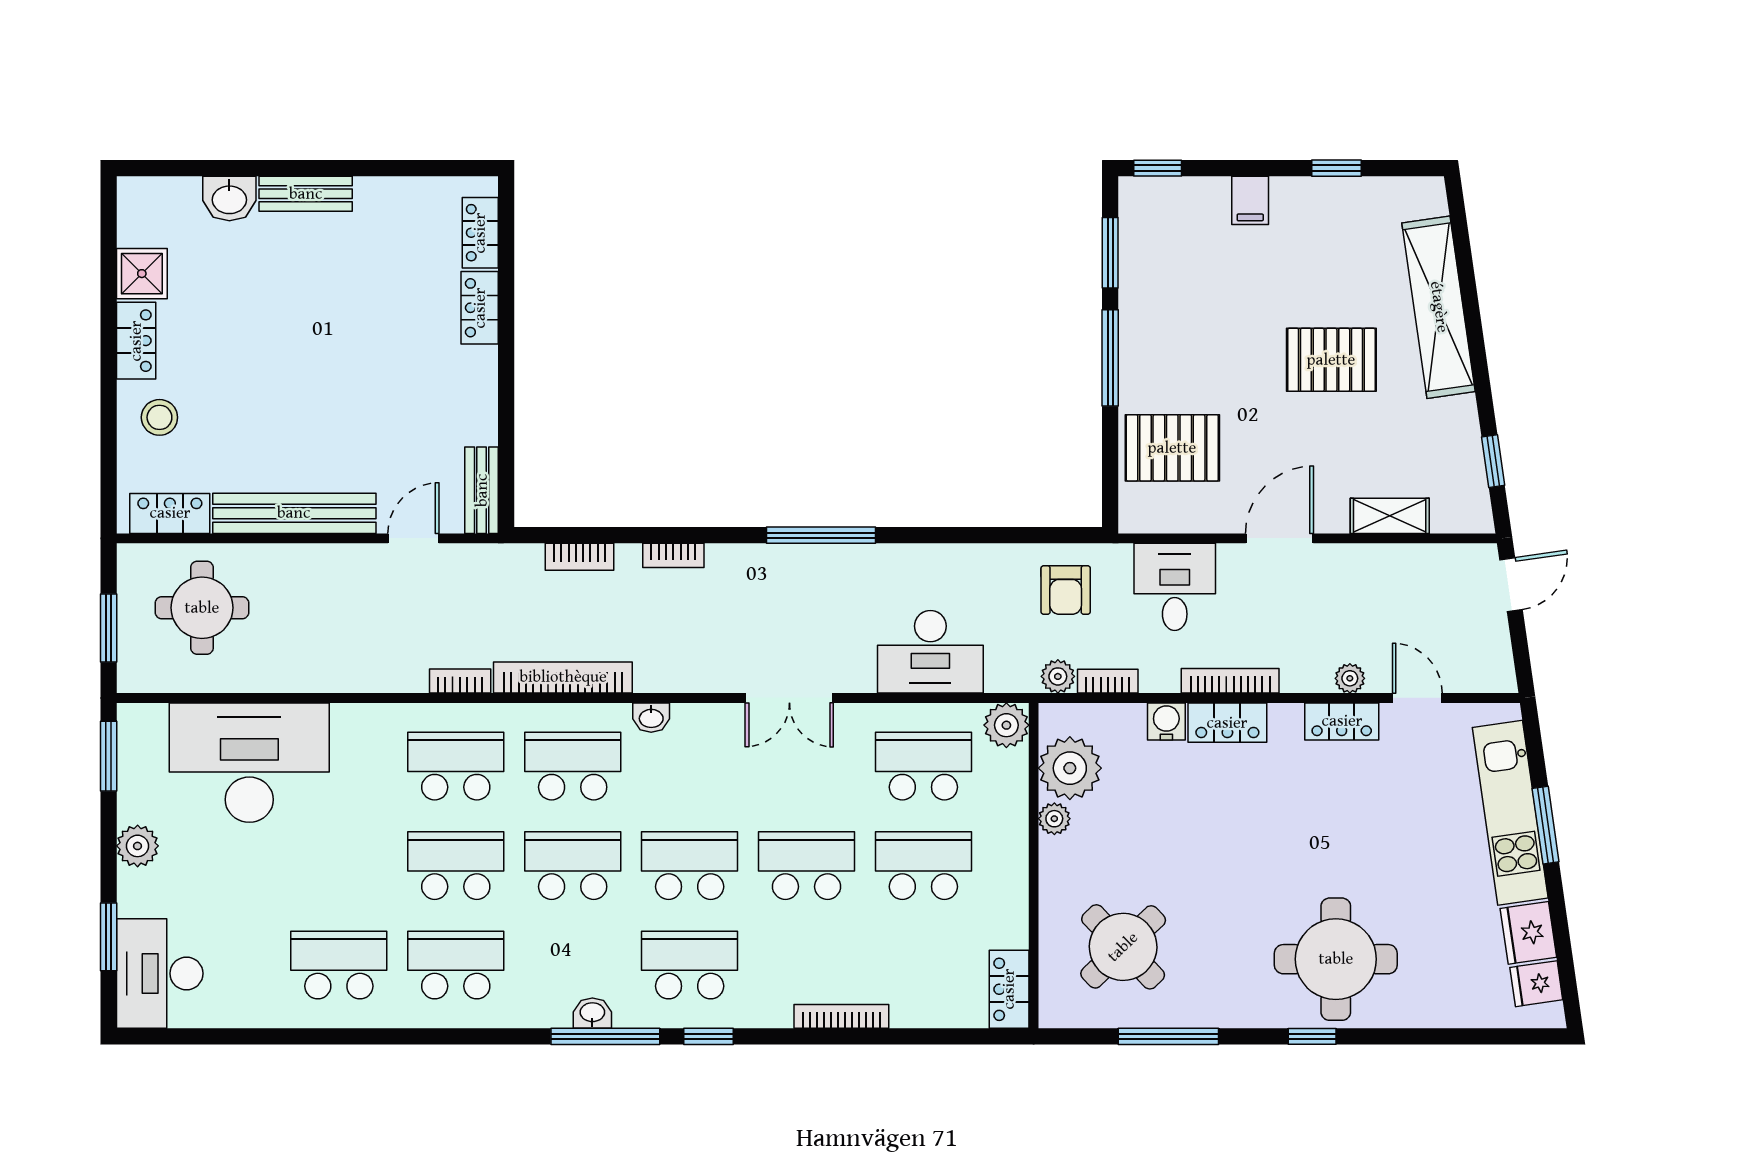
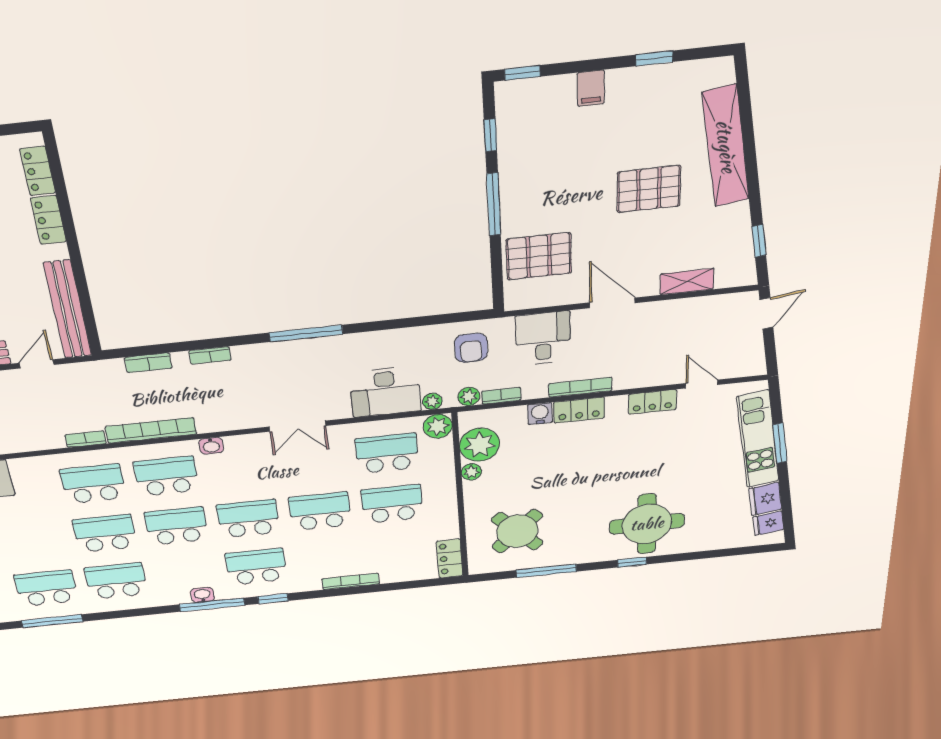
window: (1110, 253) -> (490, 135), width x0.67
bench: (482, 490) -> (68, 310), width x1.86, depth x1.21
door: (1280, 538) -> (612, 303), hinge flipped
plant: (1350, 678) -> (432, 401), moved
window: (334, 1036) -> (52, 621), added

